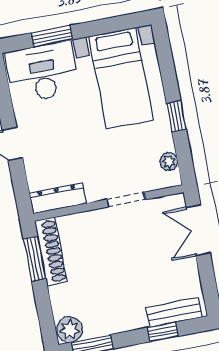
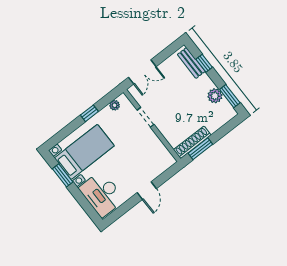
window: (52, 36) -> (63, 175), moved
dresser: (58, 198) -> (163, 153), removed
plant: (70, 330) -> (215, 96), moved

